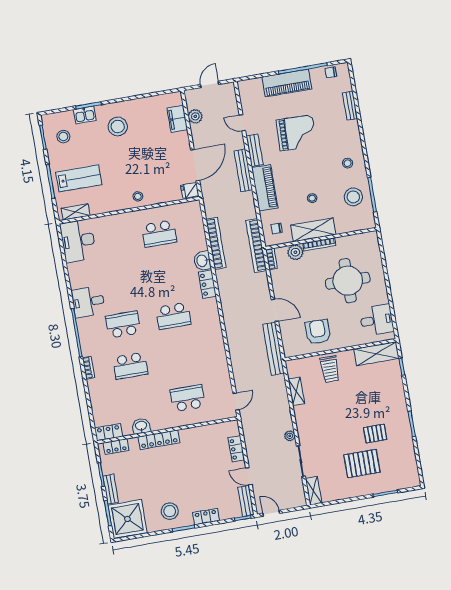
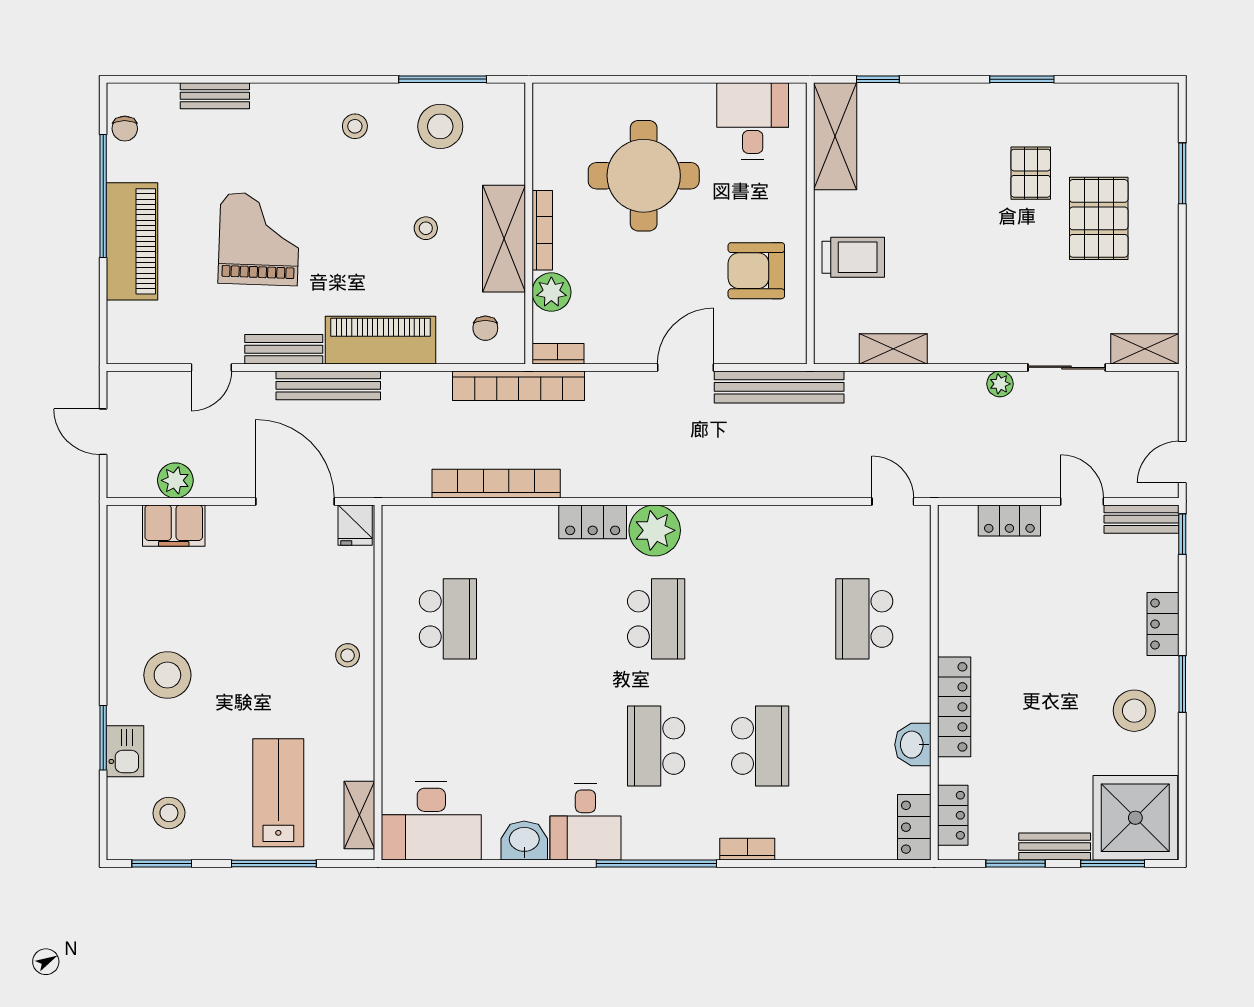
washbasin: (202, 261) -> (524, 840), moved, turned 180
plant: (208, 309) -> (655, 530), added
door: (249, 476) -> (1082, 501), swing flipped

